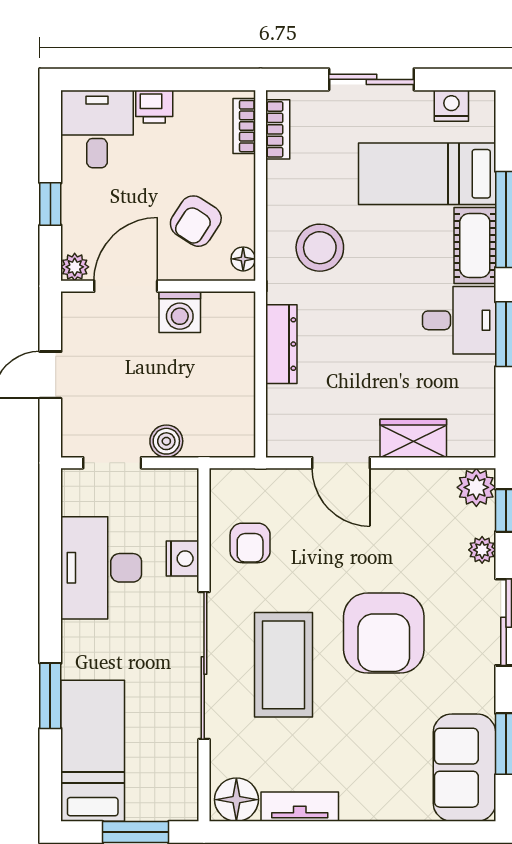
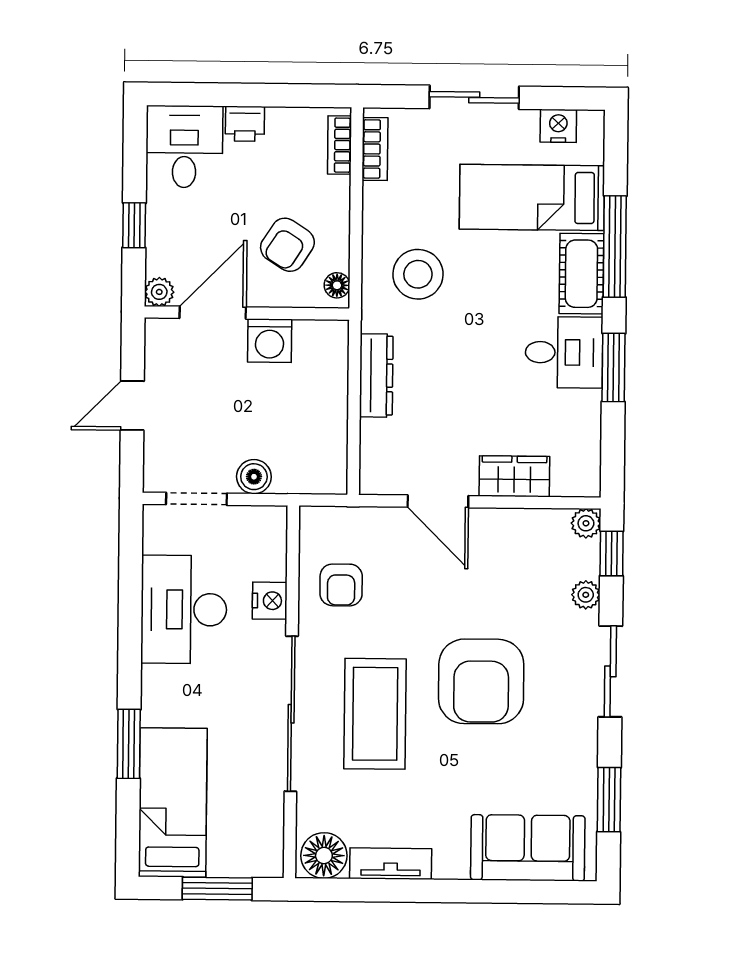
plant: (476, 487) -> (586, 523), width x0.73, depth x0.73
sofa: (464, 768) -> (528, 848), moved, turned 90

